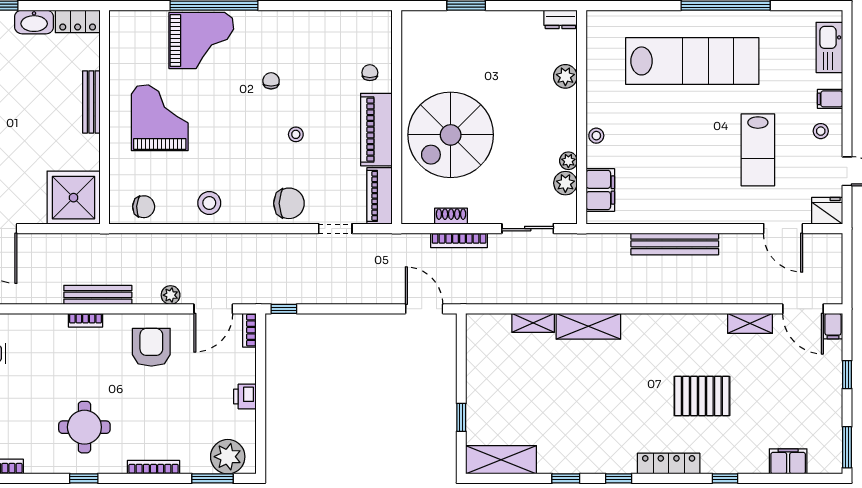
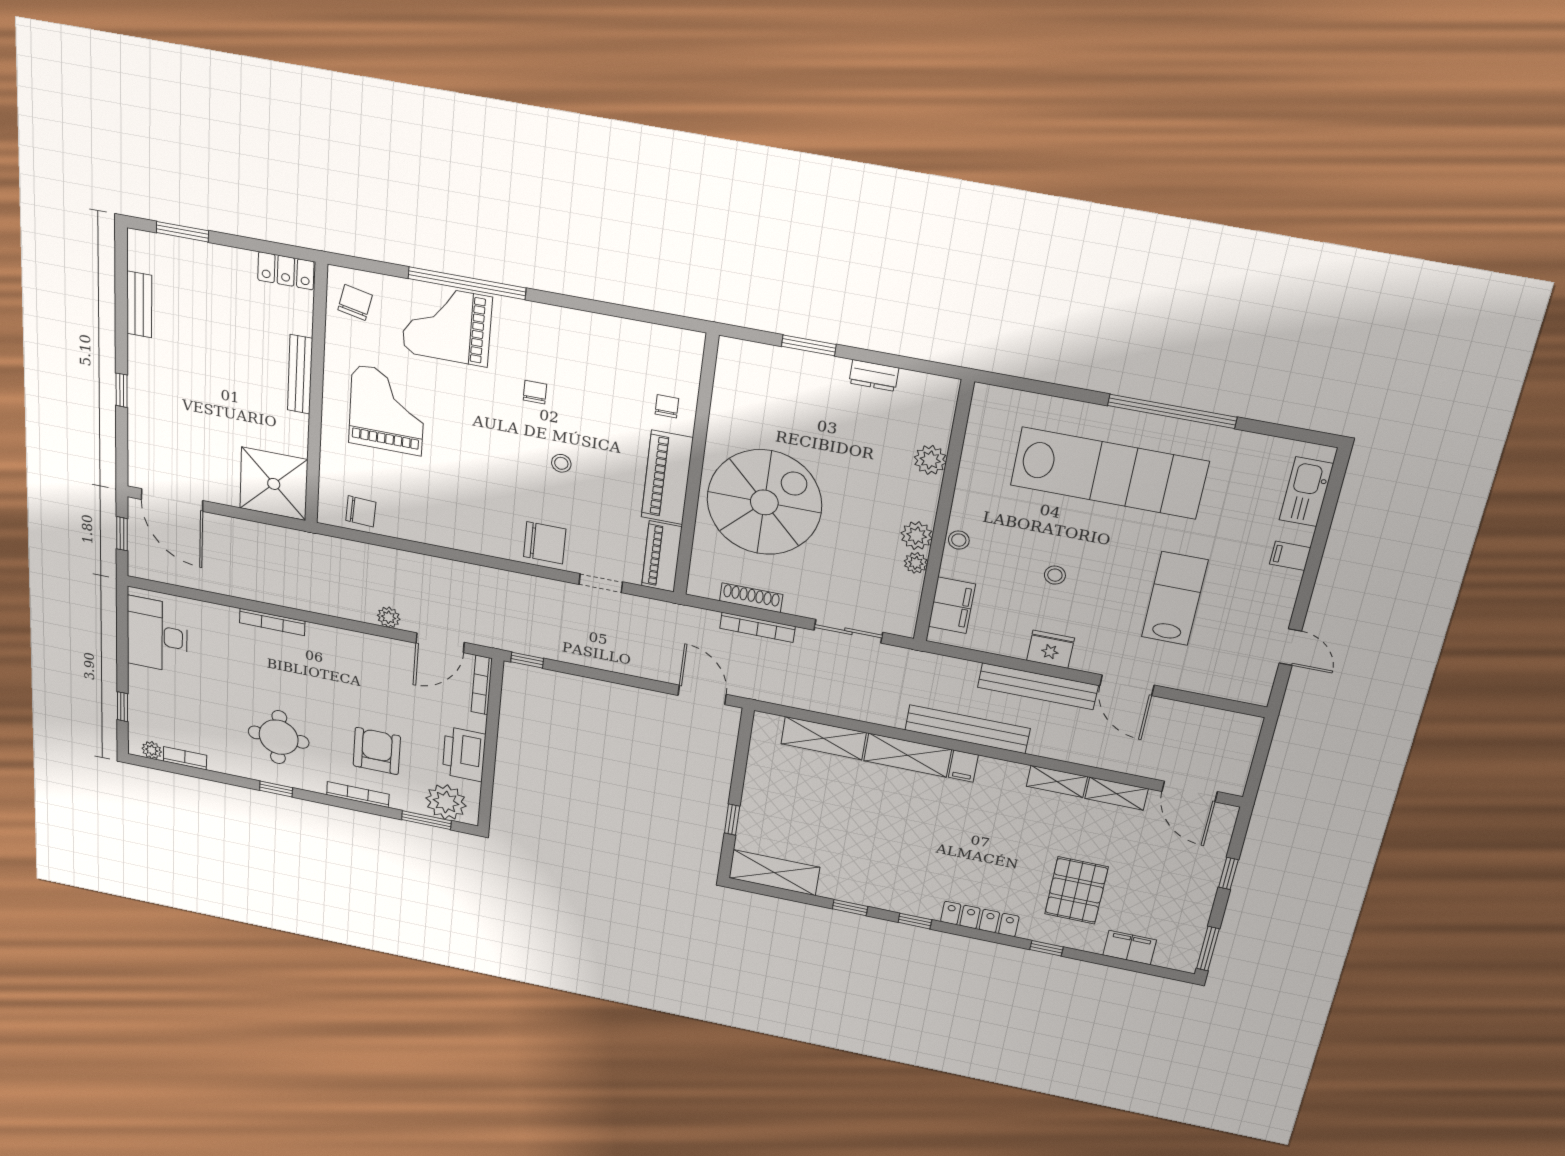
dresser: (560, 19) -> (874, 375), moved
washbasin: (34, 22) -> (229, 261), removed
chair: (131, 36) -> (355, 303), added
grand piano: (201, 40) -> (447, 325), turned 180
stool: (821, 131) -> (1055, 575), moved
spiral stairs: (451, 135) -> (764, 502), turned 180
lab bench: (758, 150) -> (1175, 599), turned 180
plant: (565, 183) -> (917, 536), moved
stool: (209, 203) -> (444, 523), removed
fridge: (827, 211) -> (1050, 649), moved
shoe rack: (451, 216) -> (751, 598), width x1.43
door: (783, 229) -> (1127, 685), moved
bench: (98, 295) -> (967, 729), moved, width x1.37, depth x1.21
bookcase: (85, 320) -> (272, 622), width x1.56
shelving: (533, 323) -> (824, 738), width x1.50, depth x1.33
shelving: (704, 323) -> (1057, 781), added
filing cabinet: (833, 326) -> (963, 766), moved
bookcase: (249, 330) -> (482, 685), width x1.56
armchair: (151, 347) -> (377, 751), moved
pallet: (702, 396) -> (1076, 890), moved, turned 90
printer: (245, 397) -> (464, 754), width x1.87, depth x1.48

